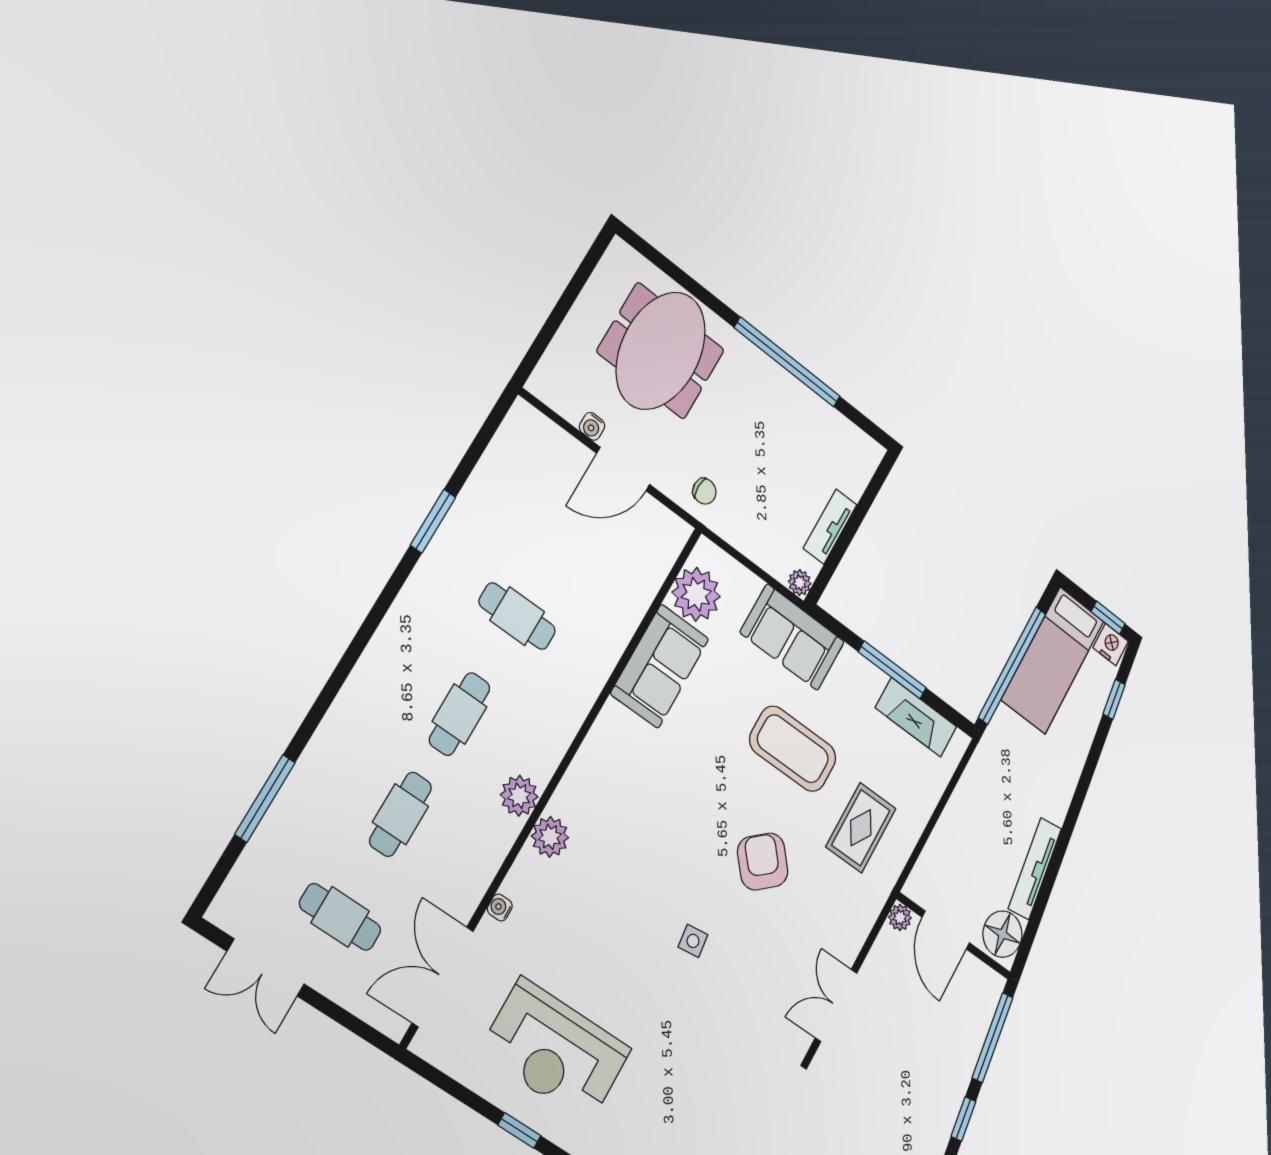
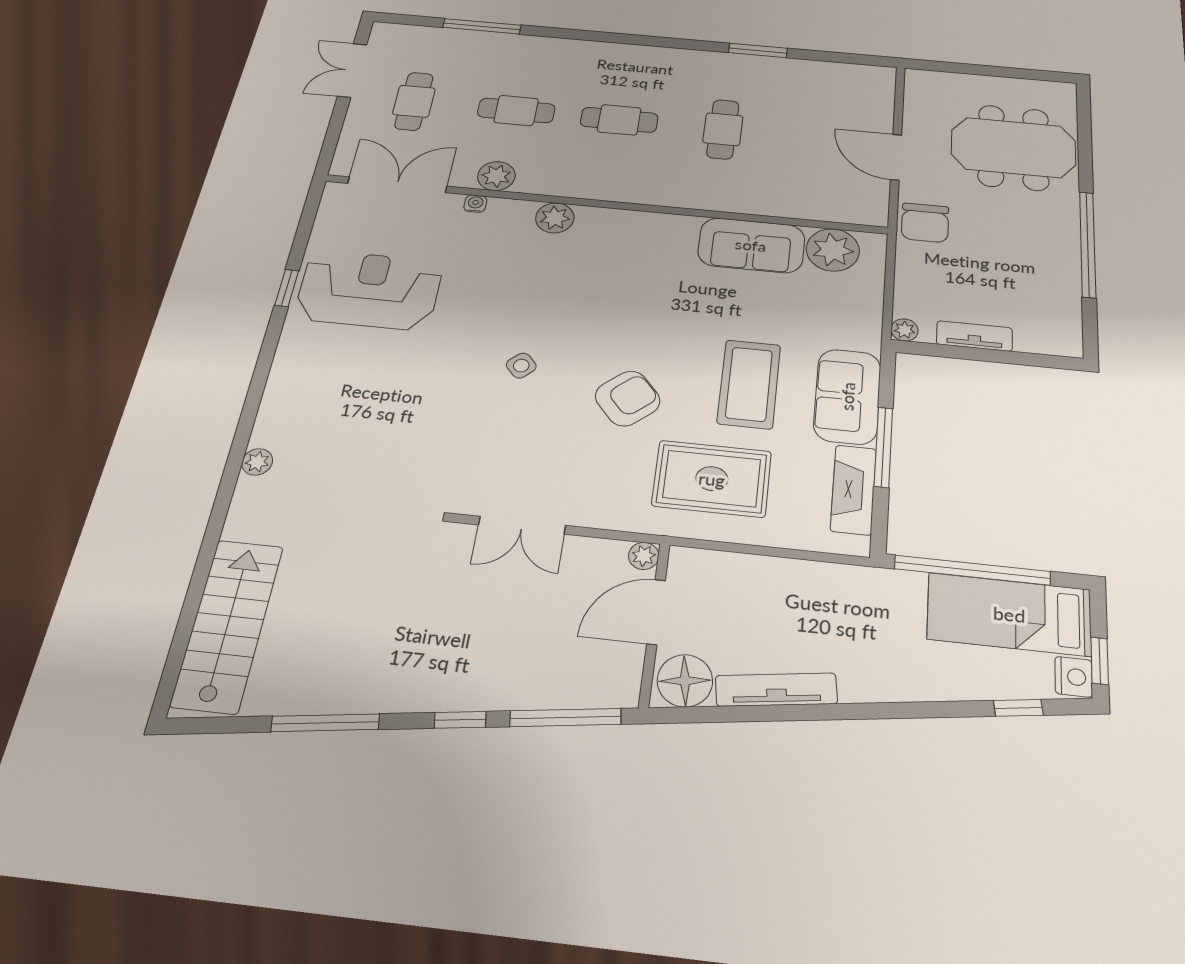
water cooler: (592, 426) -> (913, 123), removed
chair: (704, 491) -> (925, 223), width x1.87, depth x1.87
sofa: (792, 637) -> (847, 396), moved
plant: (519, 796) -> (496, 176), moved
rug: (861, 828) -> (712, 479), width x1.36, depth x1.43
side table: (693, 941) -> (521, 366), turned -36
double door: (836, 1005) -> (522, 525), swing flipped
reception desk: (555, 1051) -> (369, 290), turned 90

